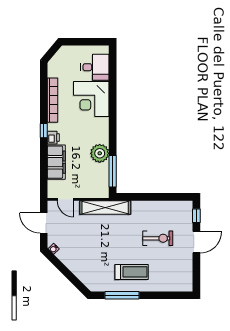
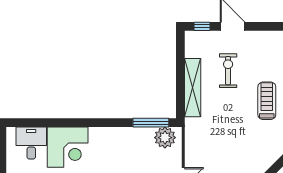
plant: (100, 153) -> (165, 138), moved
shelving: (105, 207) -> (193, 88), moved

